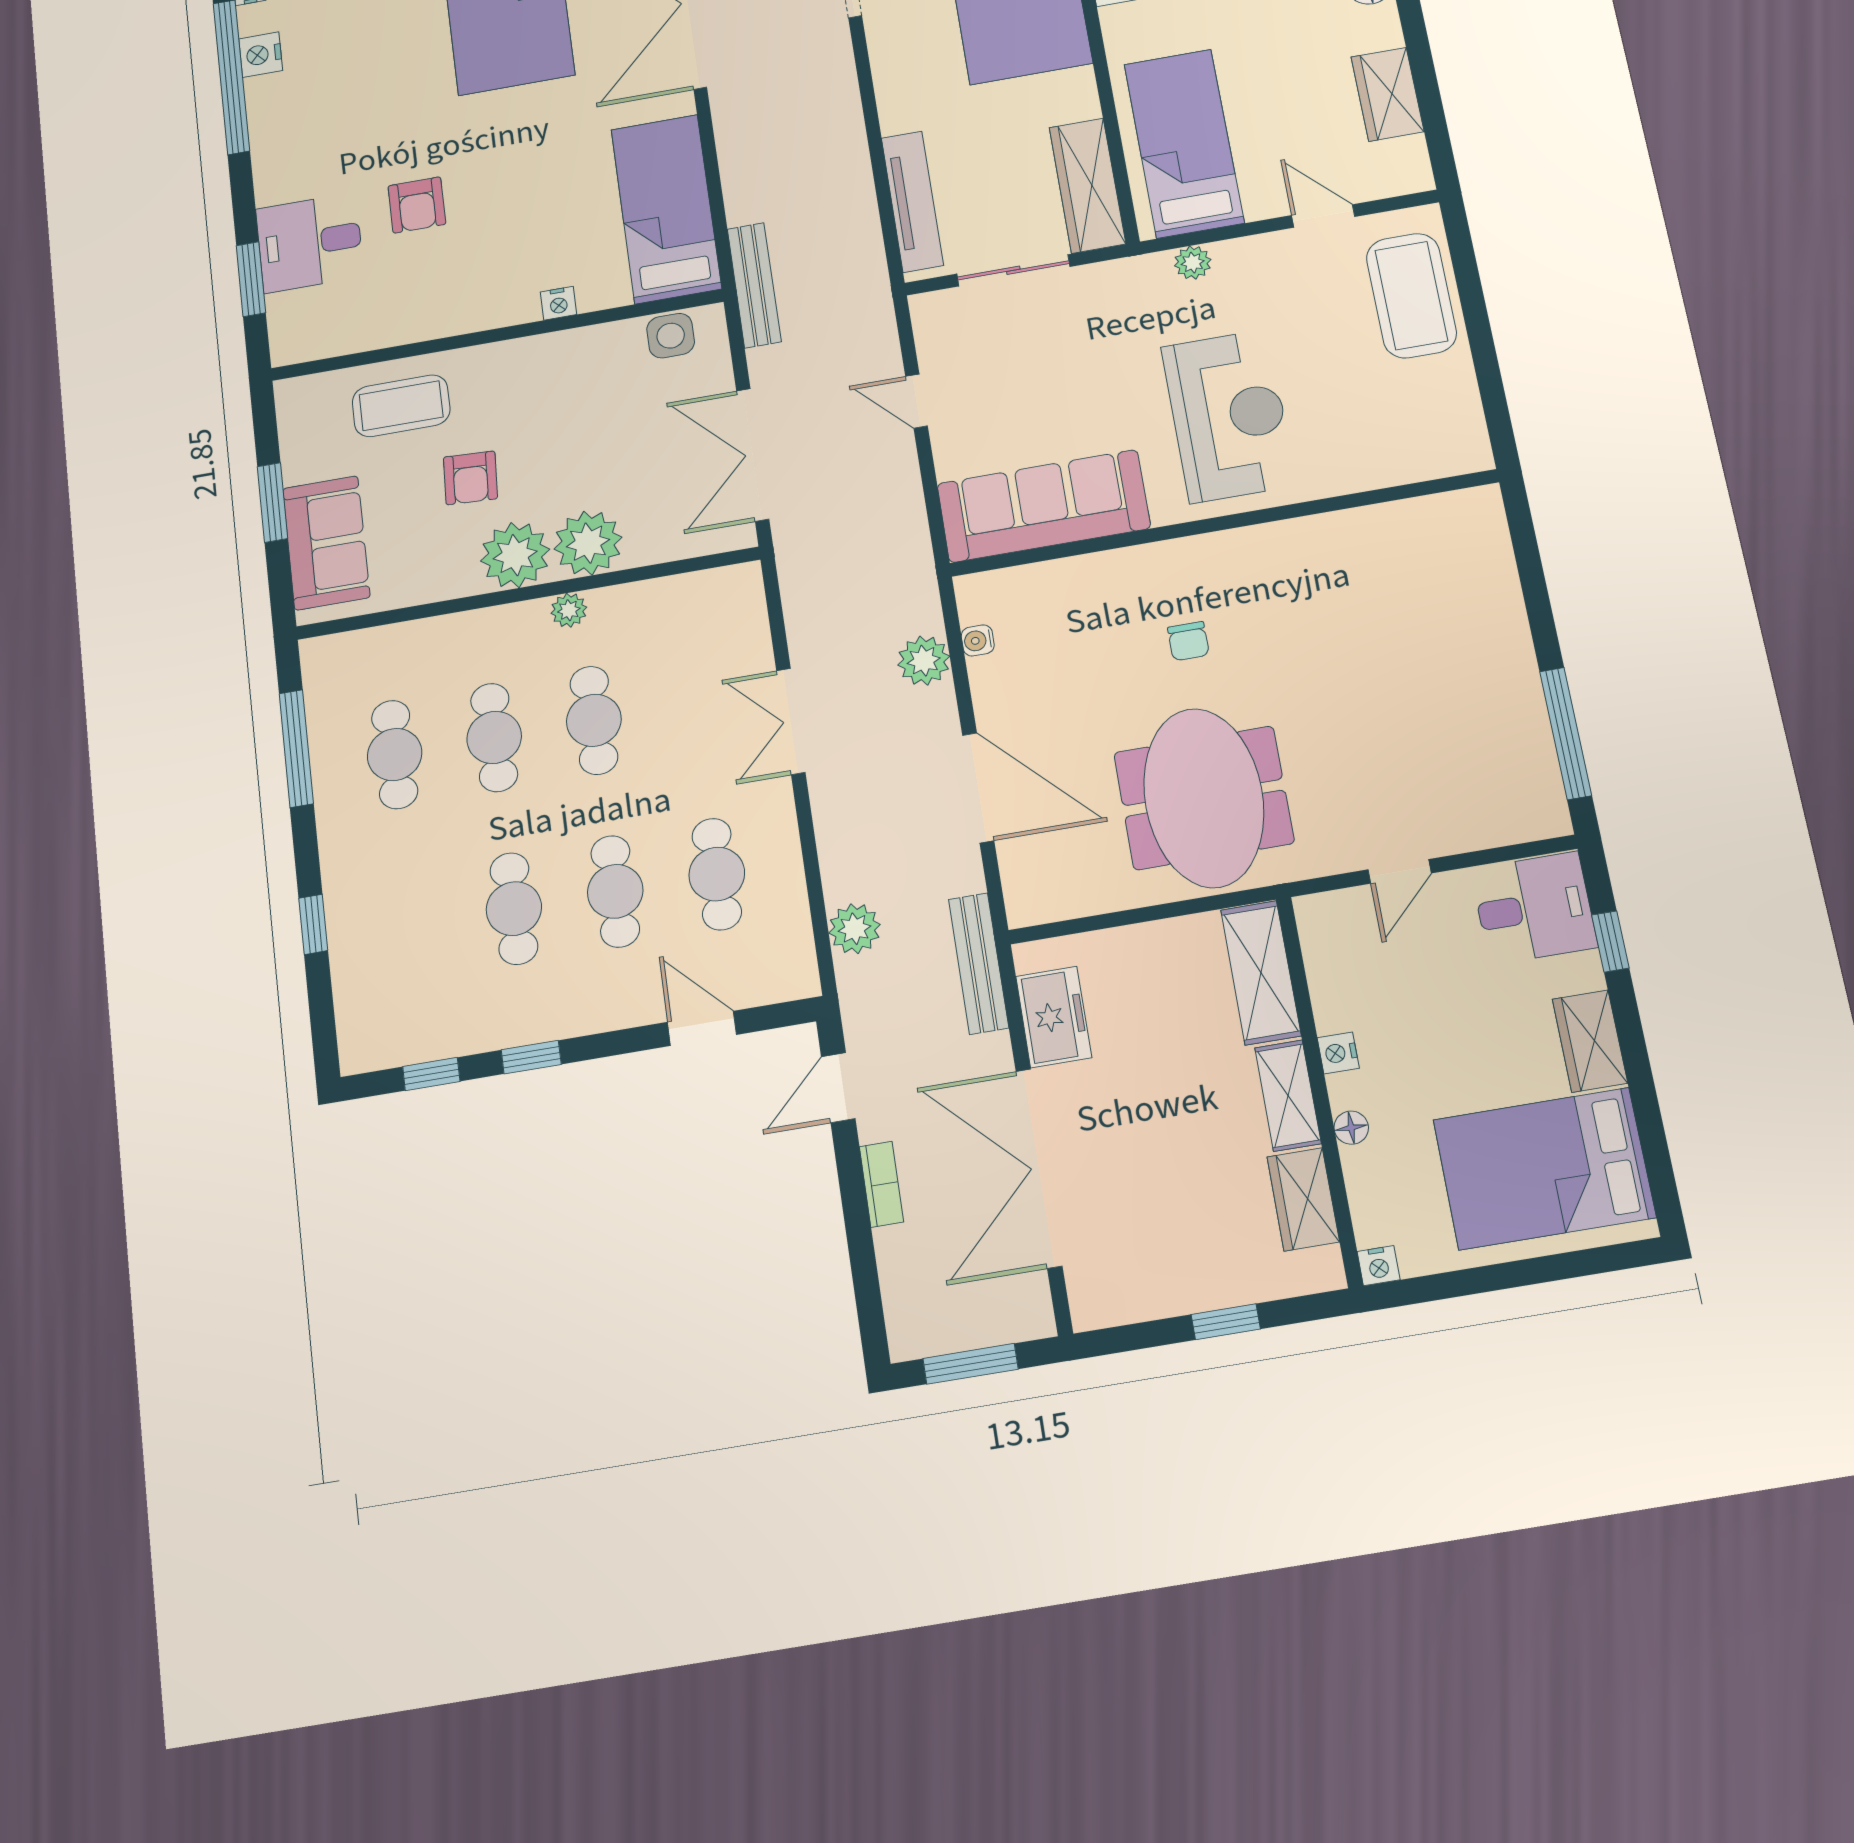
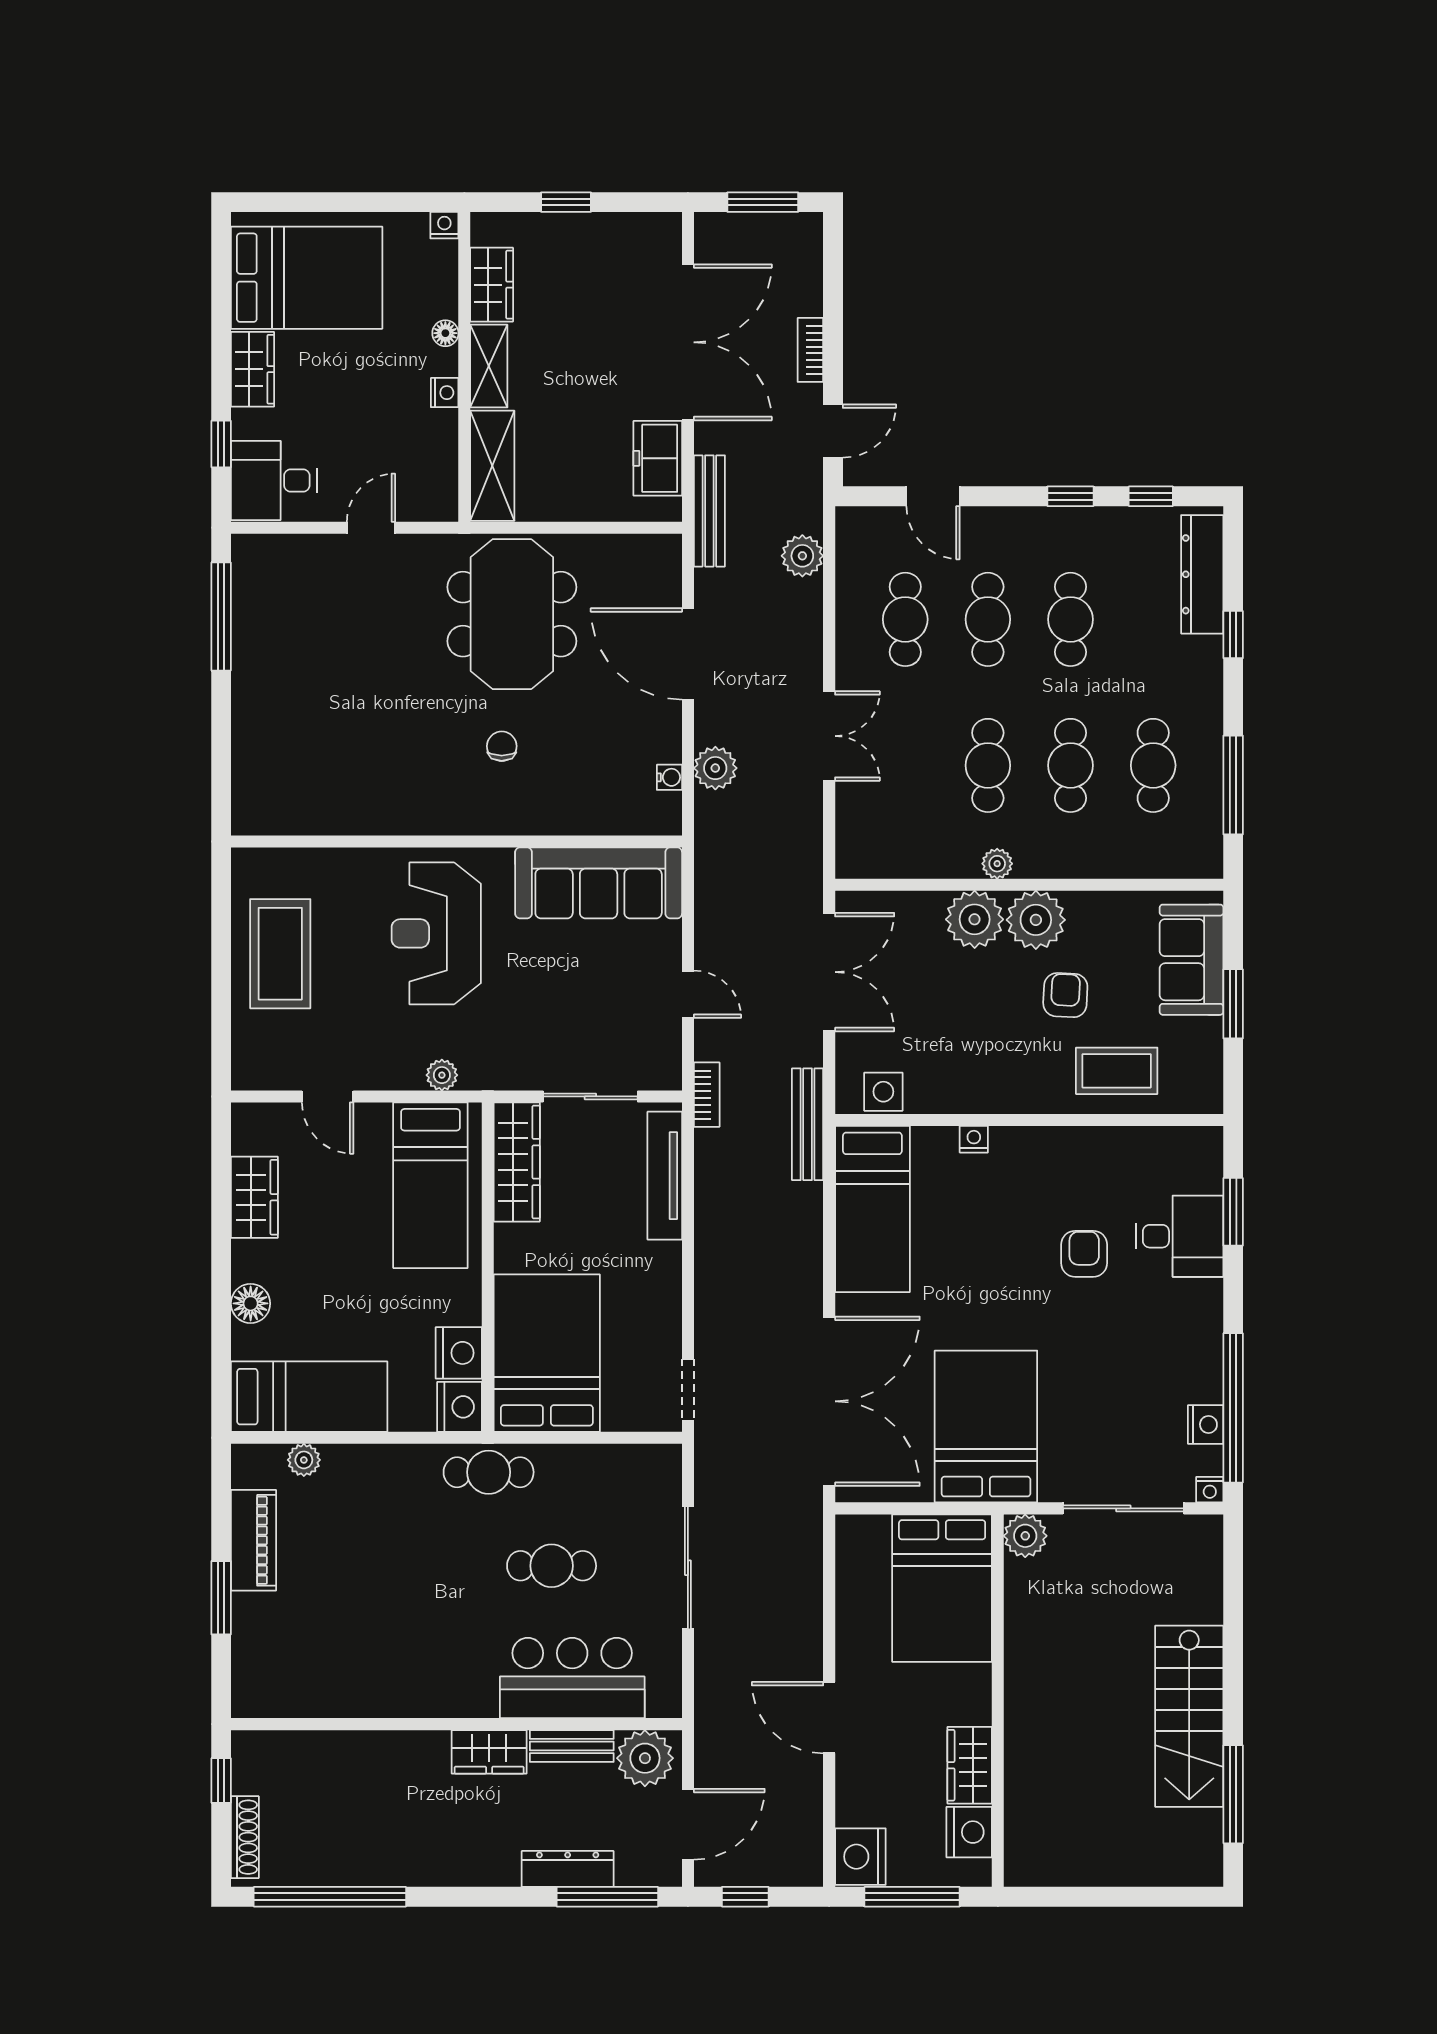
bookcase: (877, 296) -> (707, 1095), added
coffee table: (1411, 296) -> (280, 954), moved
dresser: (358, 990) -> (1202, 574), added

